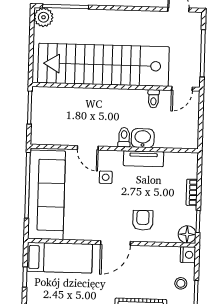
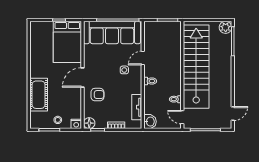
washbasin: (143, 138) -> (150, 122), moved
tv unit: (143, 159) -> (137, 107), moved
door: (115, 243) -> (82, 77), hinge flipped
bed: (60, 258) -> (67, 42), width x1.50

